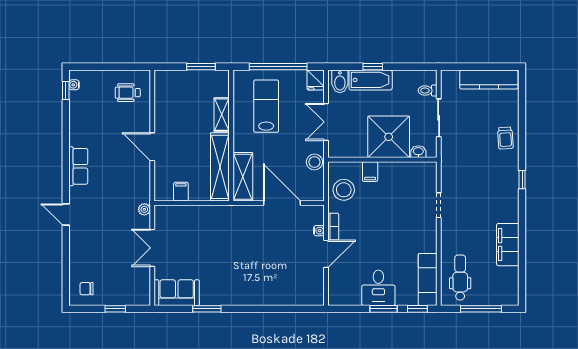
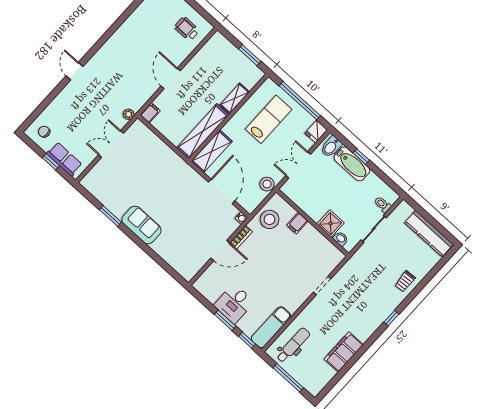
shower: (389, 137) -> (331, 224), width x0.54, depth x0.54
row of seats: (78, 166) -> (64, 159), moved, turned -90
filing cabinet: (181, 192) -> (150, 113), moved
water cooler: (319, 231) -> (241, 218), moved
sofa: (177, 293) -> (141, 225), moved

